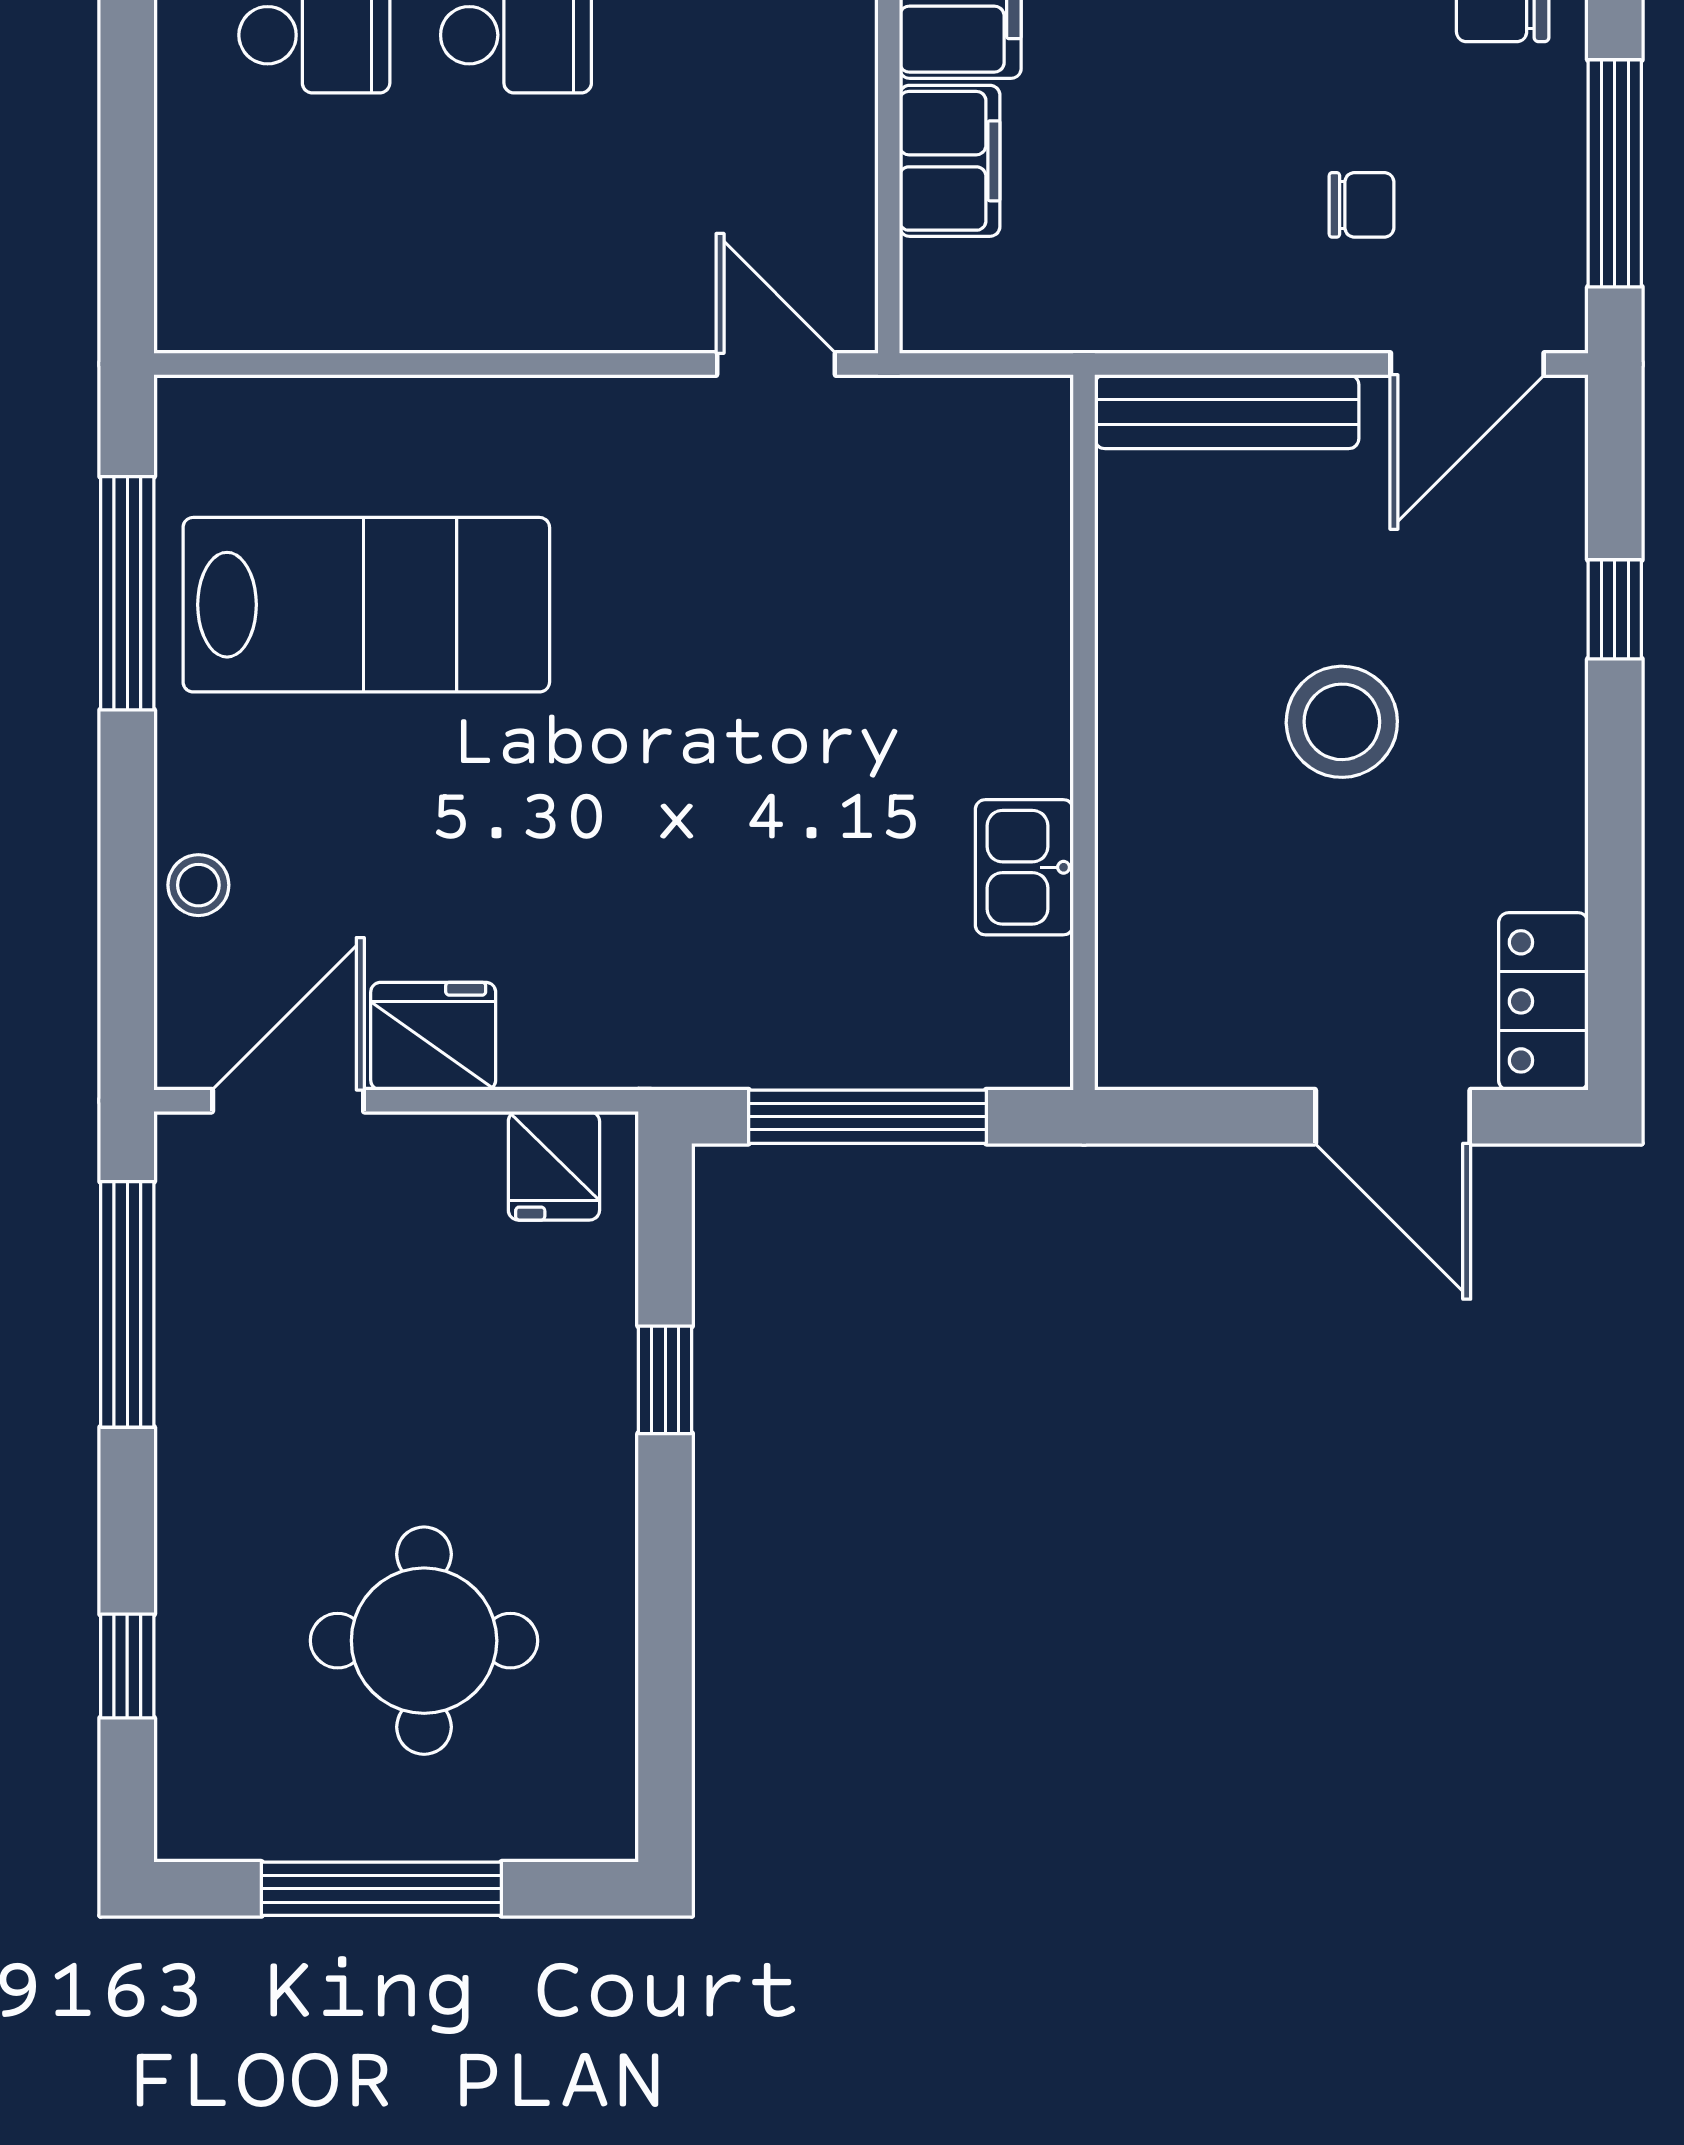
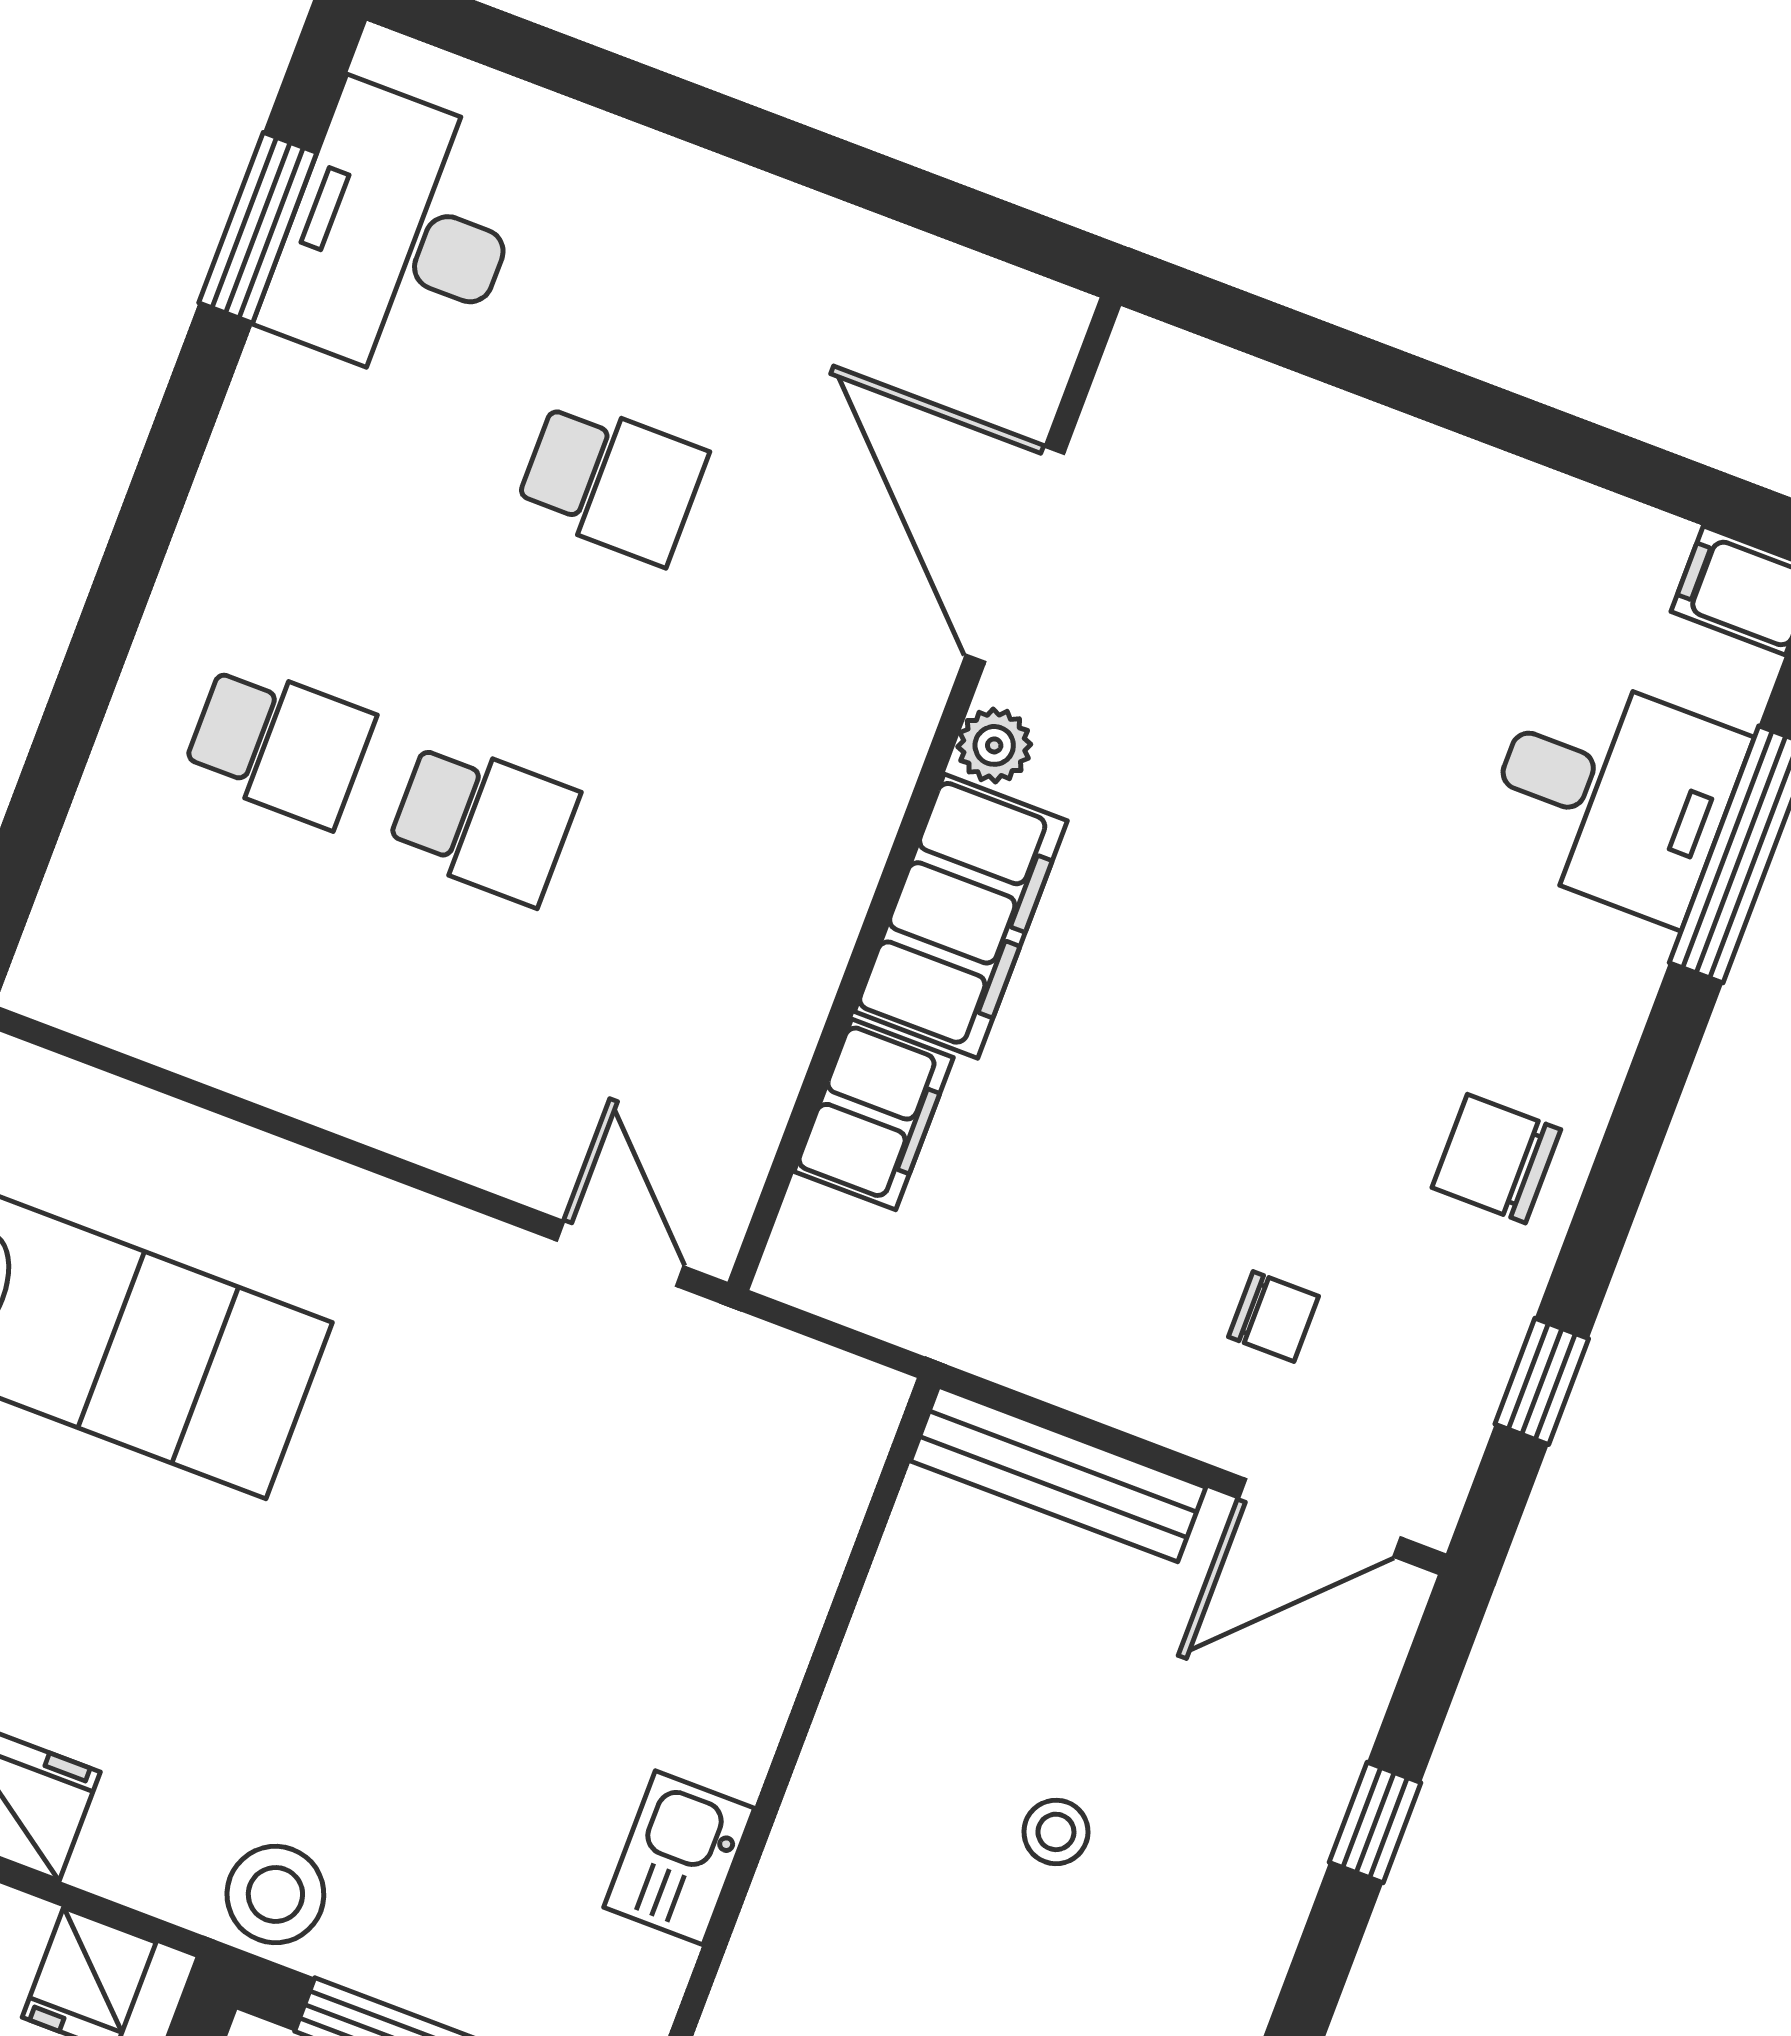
window: (1615, 173) -> (1542, 1381), width x0.46
stool: (1342, 722) -> (1056, 1832), width x0.53, depth x0.53
stool: (687, 1031) -> (275, 1894), added

